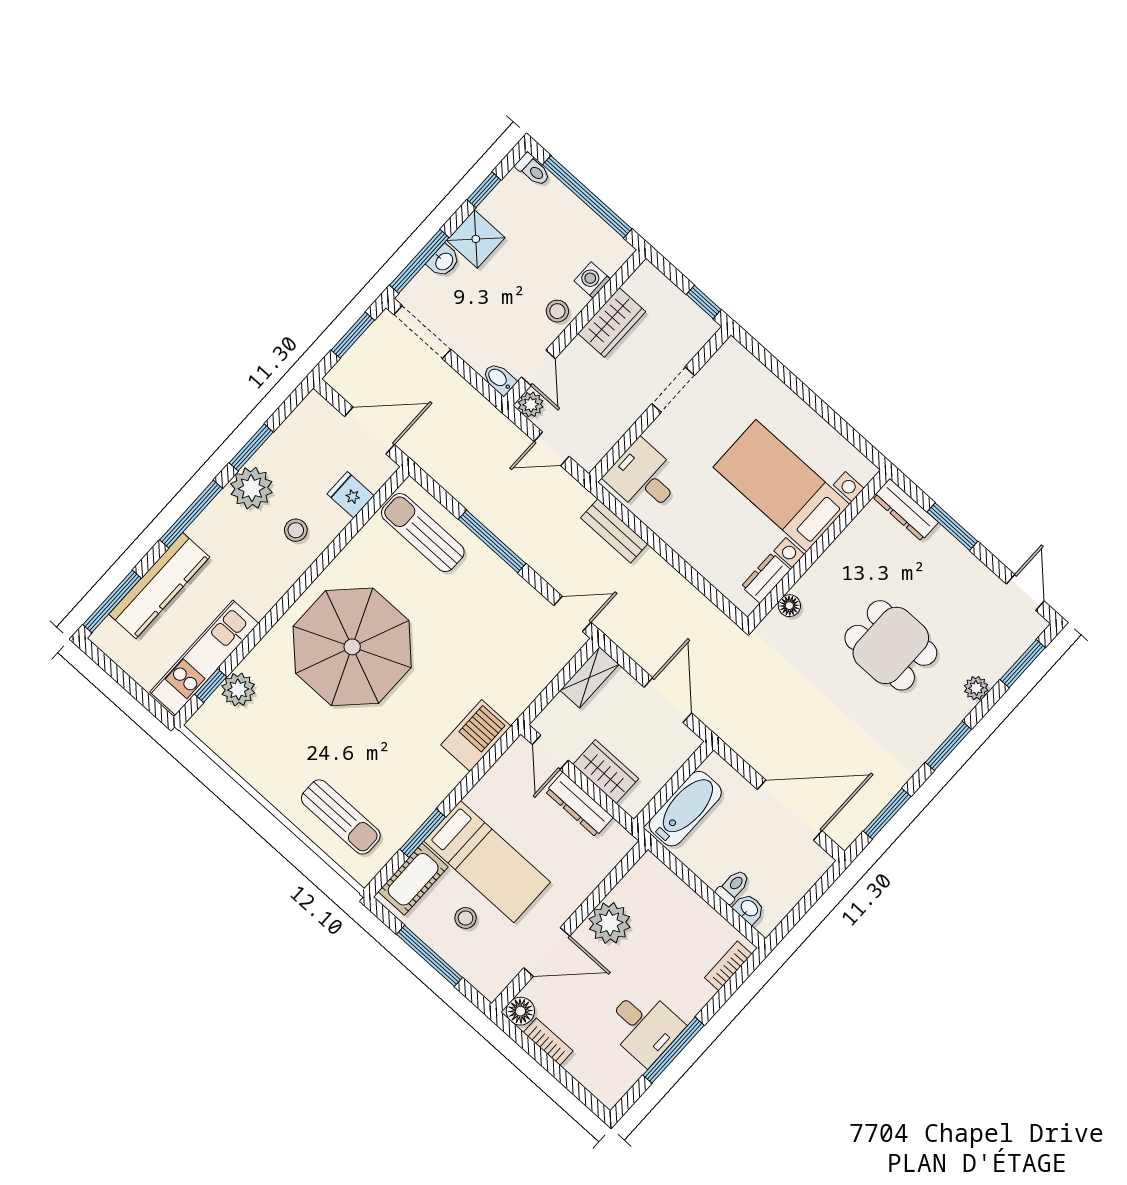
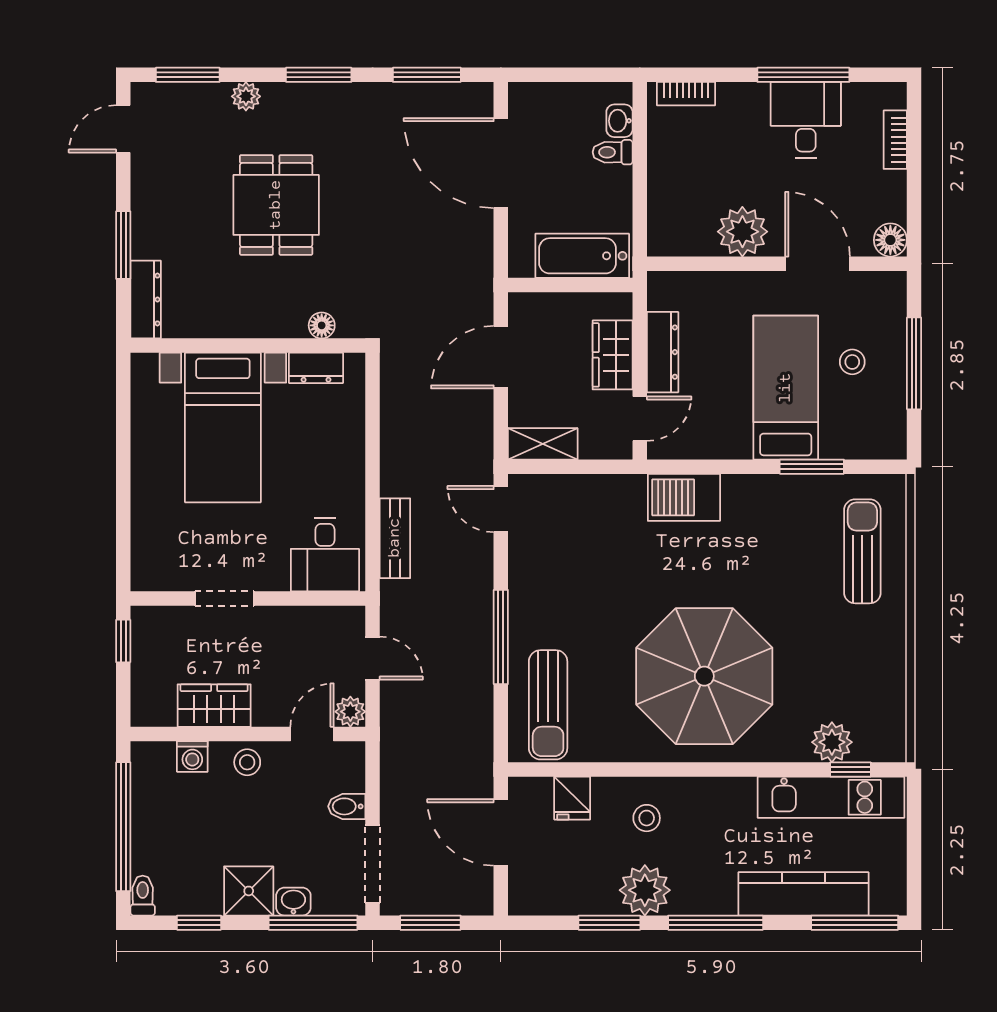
bidet: (499, 379) -> (347, 806), moved, turned 90
cot: (413, 879) -> (860, 439), removed
bookcase: (548, 1042) -> (895, 140), moved

